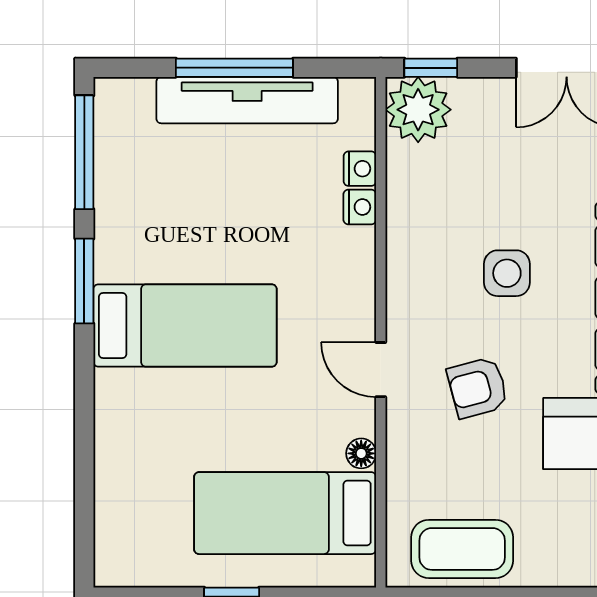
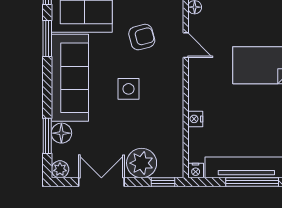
plant: (418, 110) -> (142, 163), moved
nightstand: (360, 169) -> (196, 171), moved, turned -90

